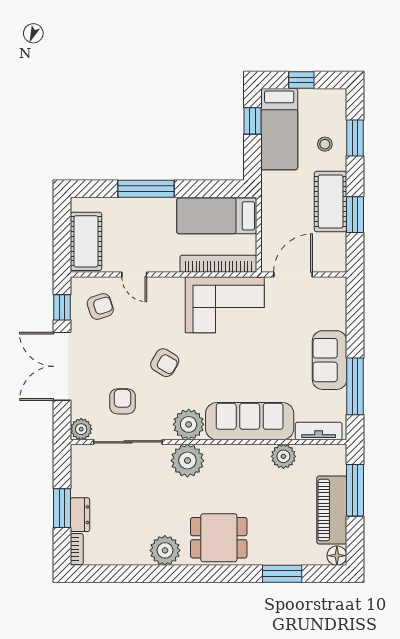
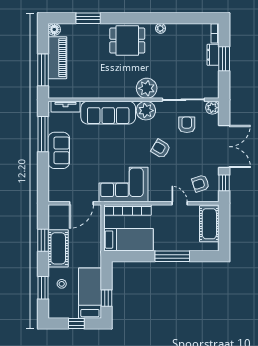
armchair: (123, 401) -> (187, 125), turned 180
plant: (283, 456) -> (87, 91), removed
plant: (165, 550) -> (161, 28), width x0.53, depth x0.53

